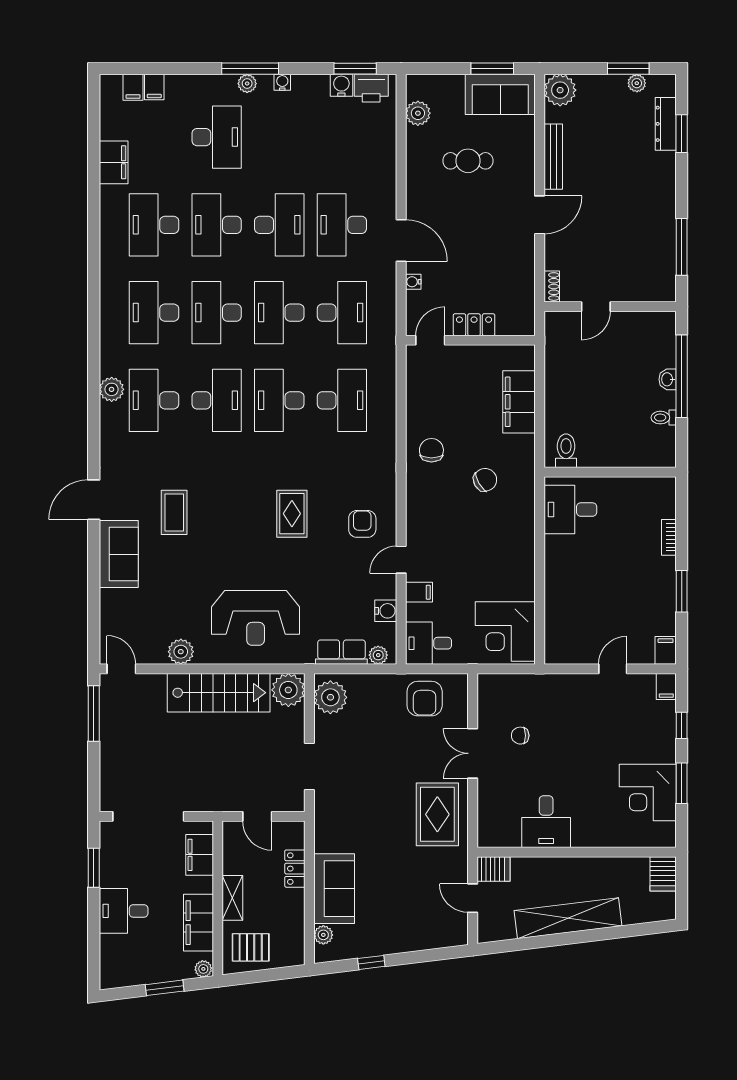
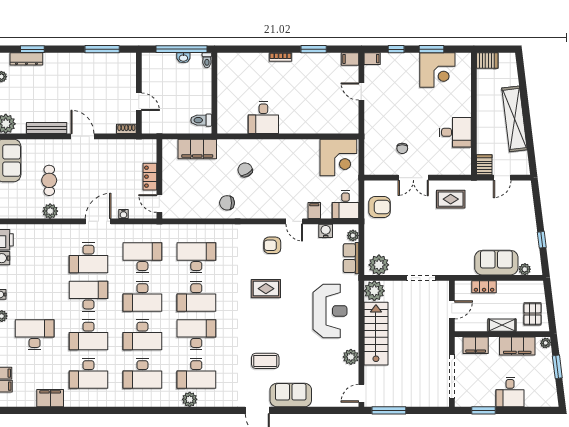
plant: (418, 113) -> (50, 211), moved
toilet: (566, 451) -> (201, 120), moved
wall: (610, 472) -> (214, 93), moved
rug: (437, 814) -> (451, 199), width x0.73, depth x0.70

